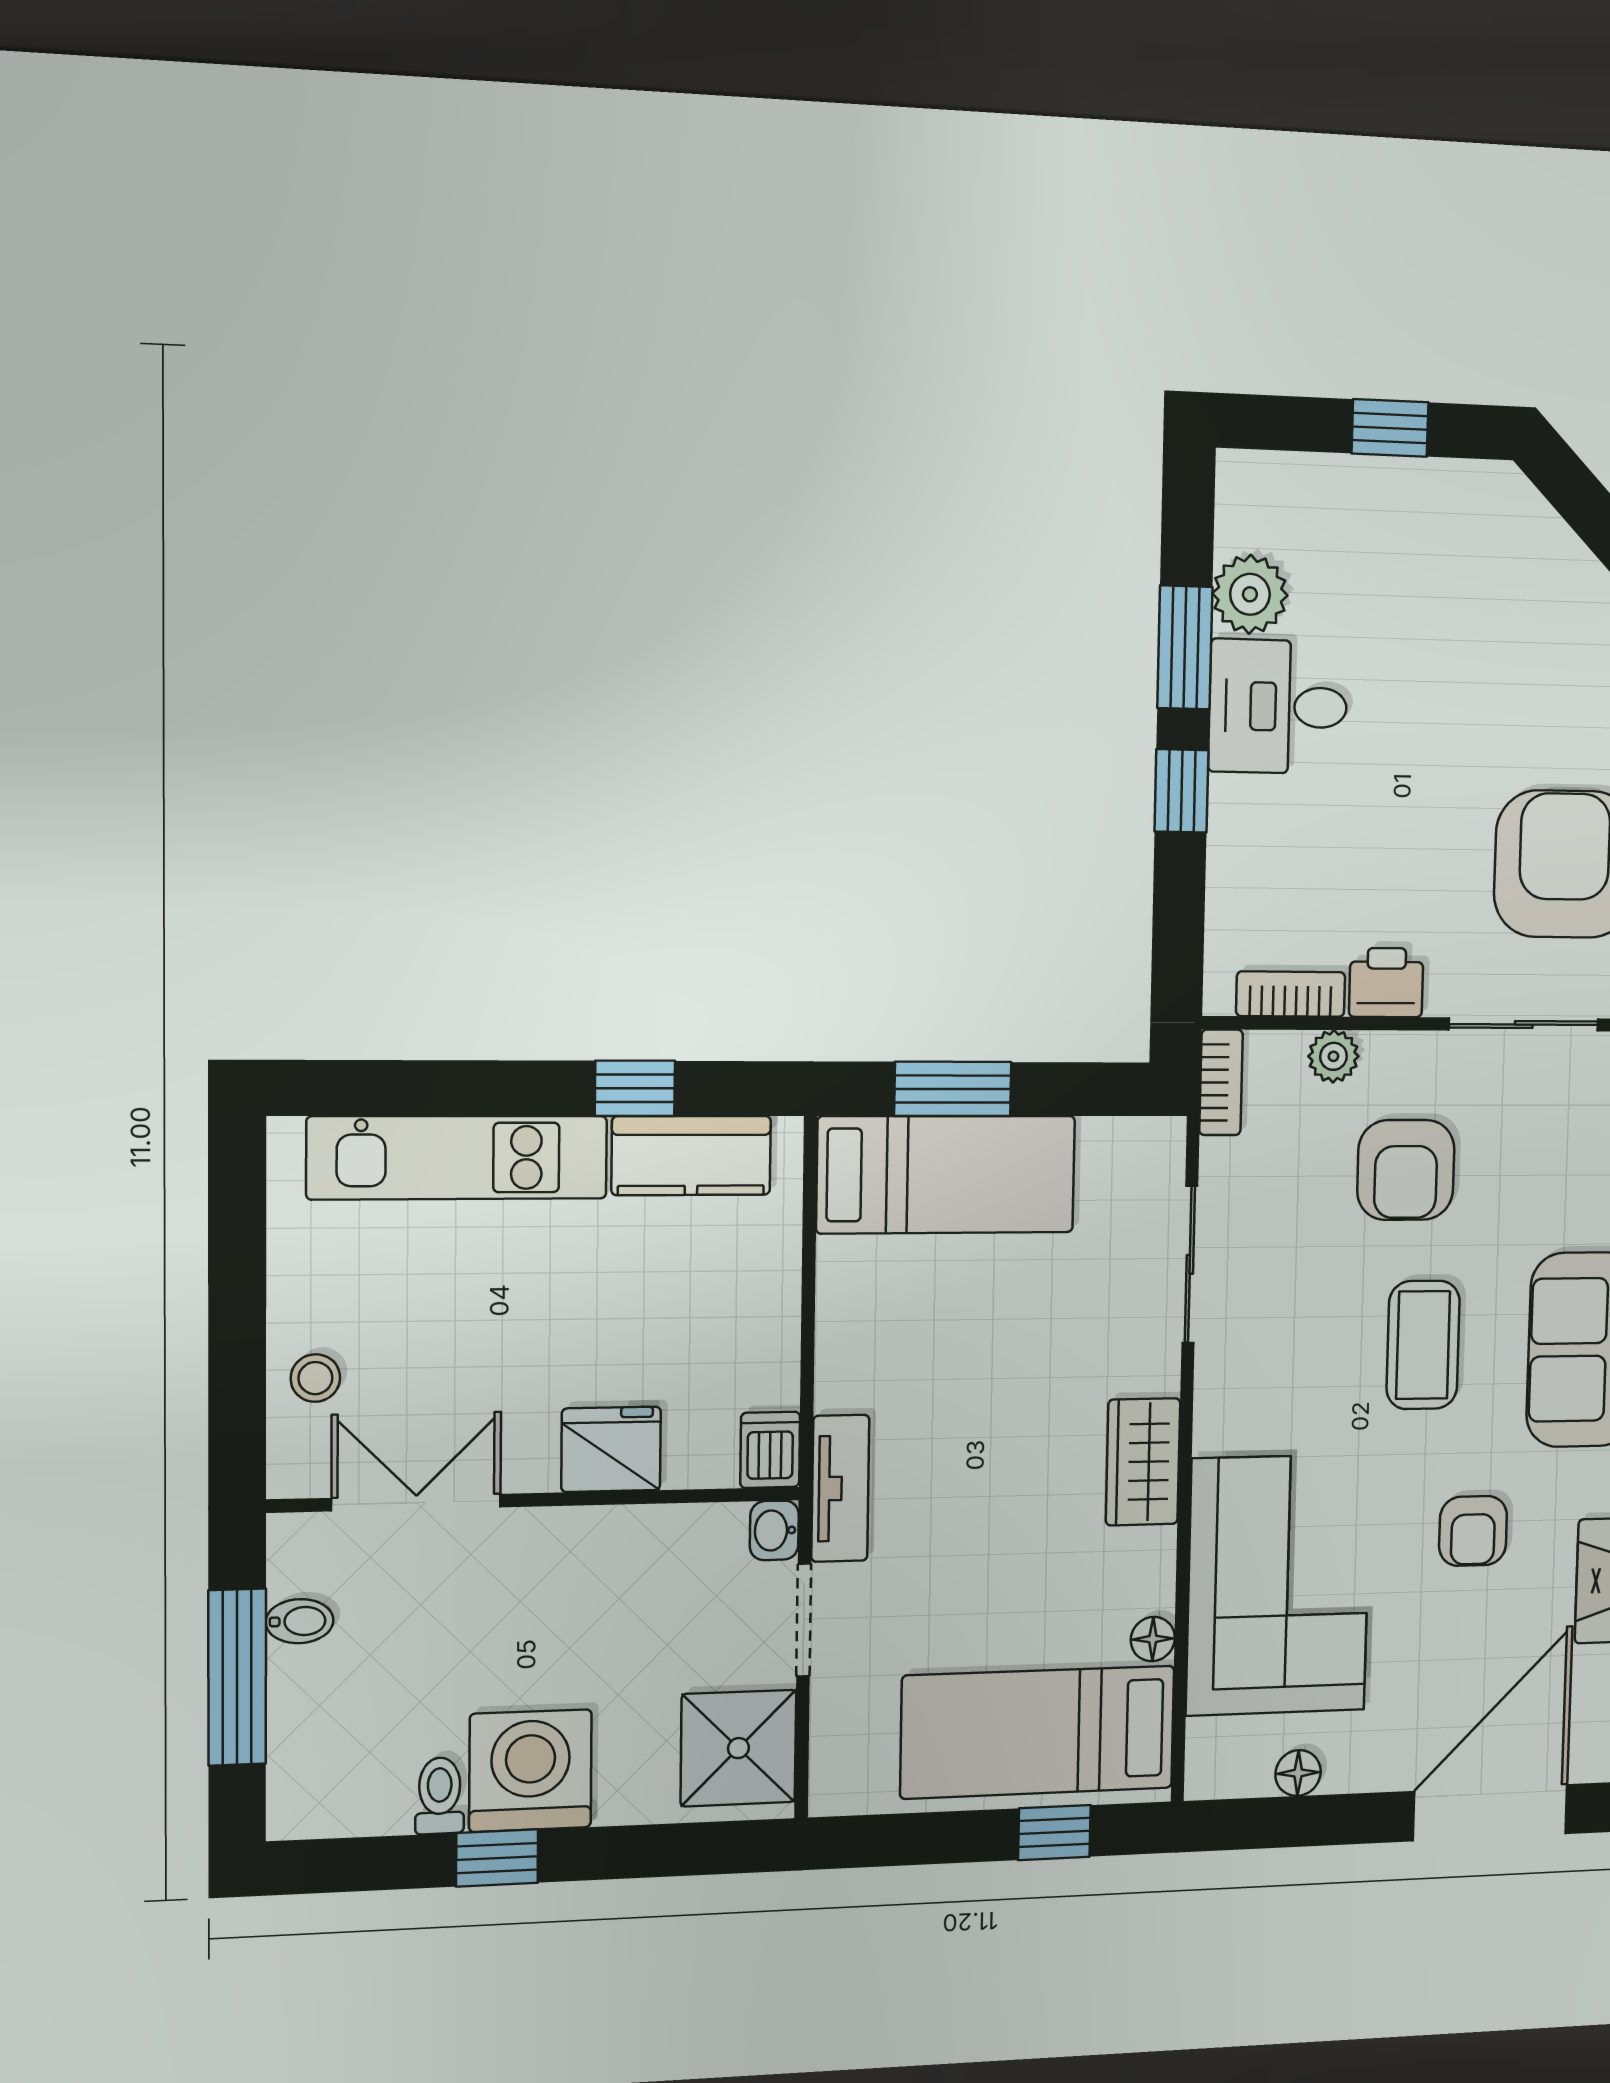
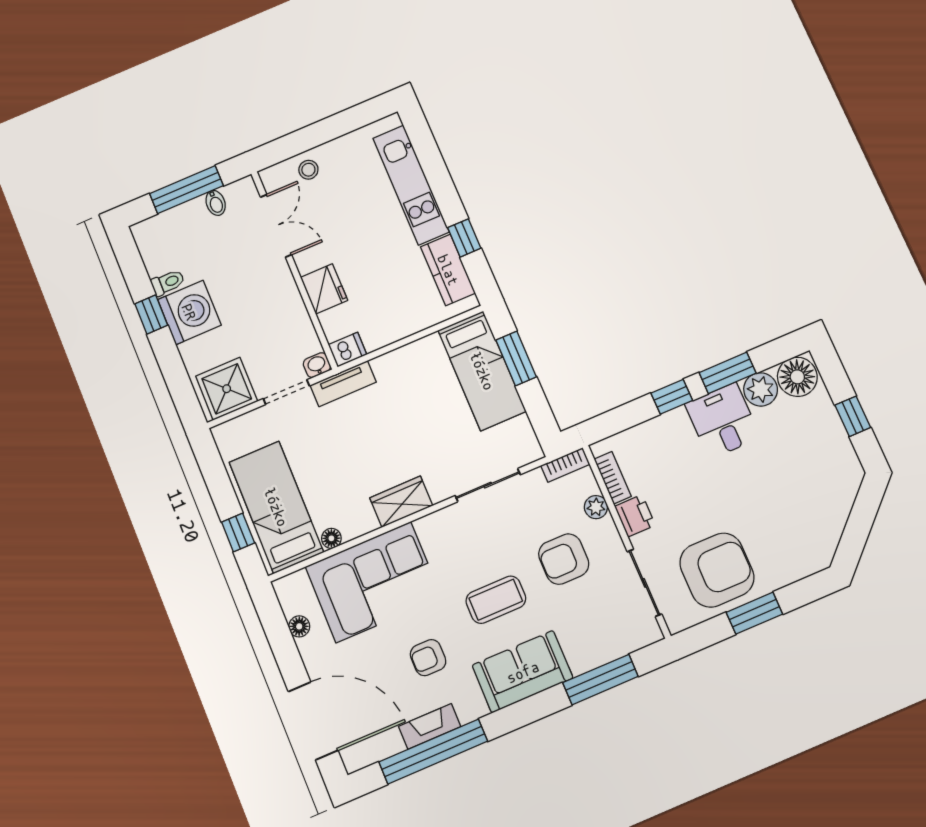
floor lamp: (1259, 503) -> (797, 377), added

